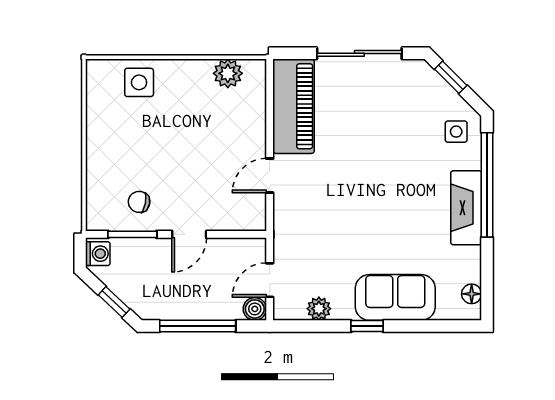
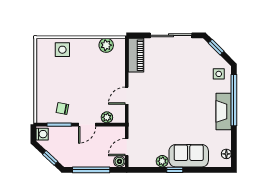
piano: (294, 106) -> (136, 55), width x0.73, depth x0.75
plant: (229, 220) -> (107, 117), added
plant: (319, 309) -> (162, 161), moved

